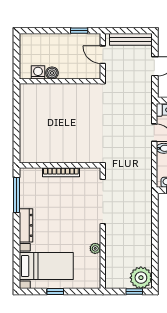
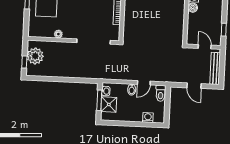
door: (103, 55) -> (205, 47), hinge flipped
plant: (141, 278) -> (35, 56), moved

